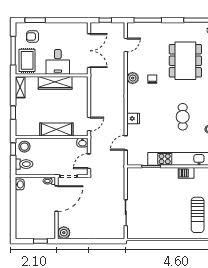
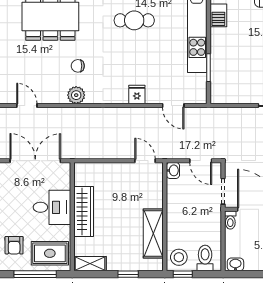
shelving: (56, 129) -> (153, 233), moved

